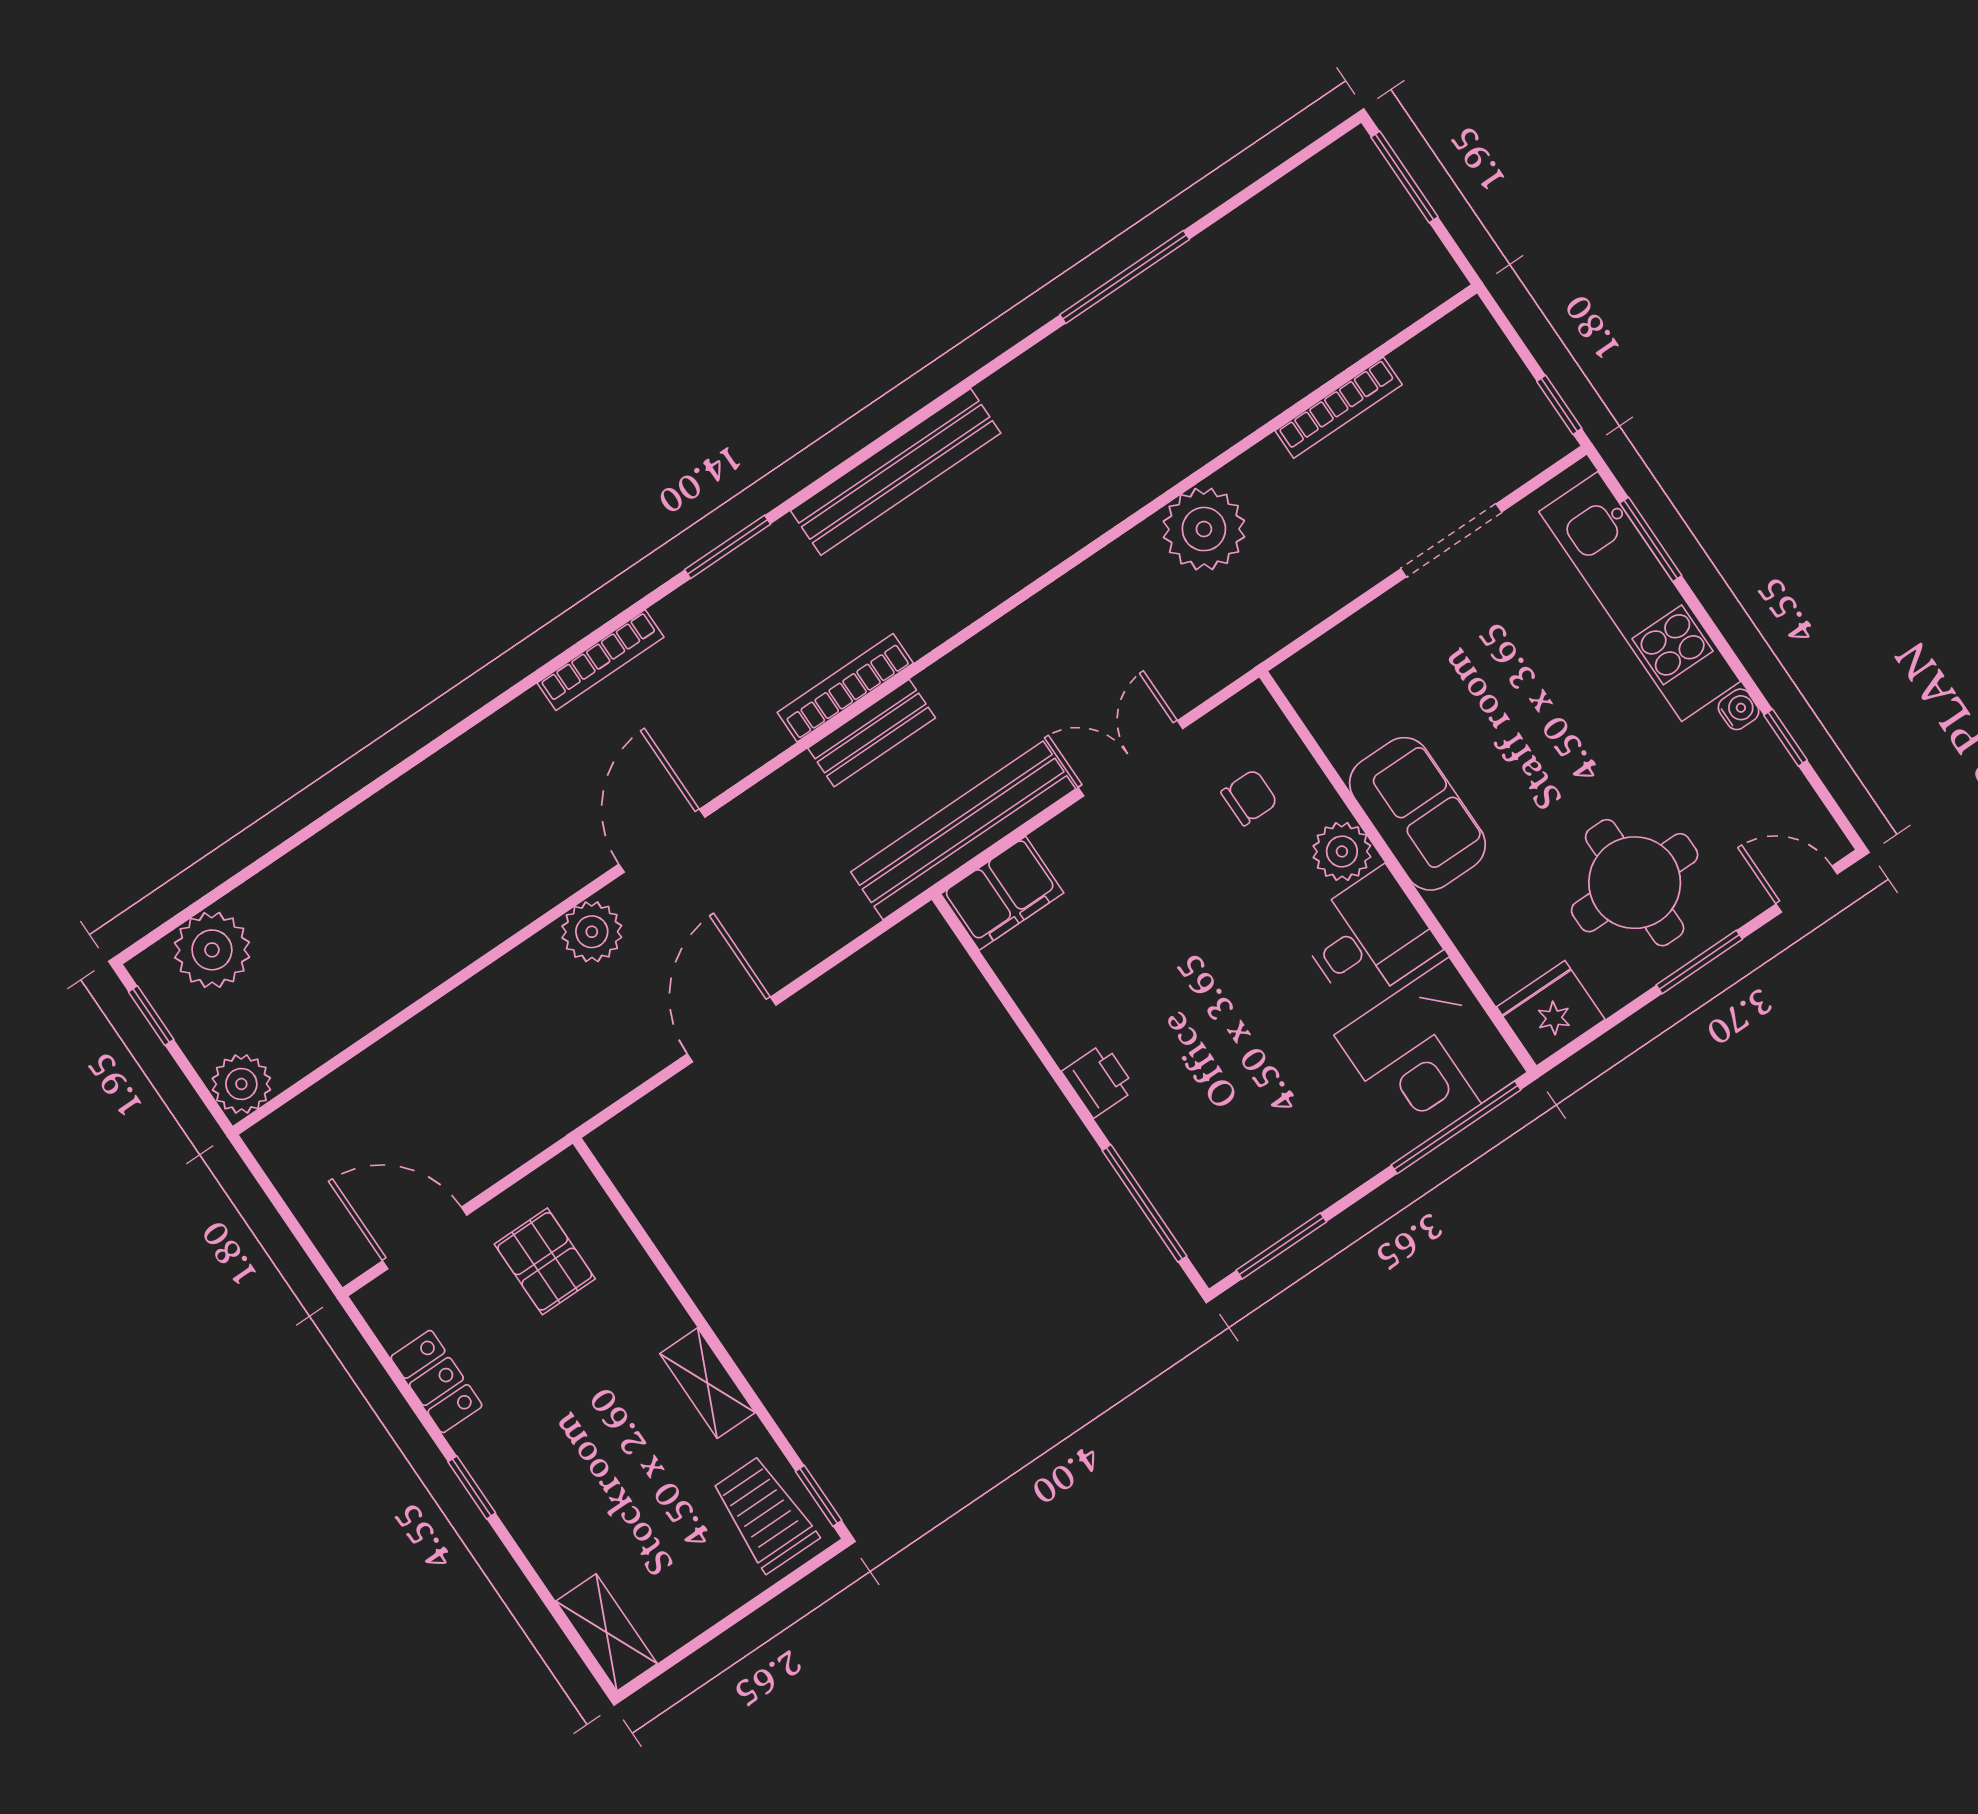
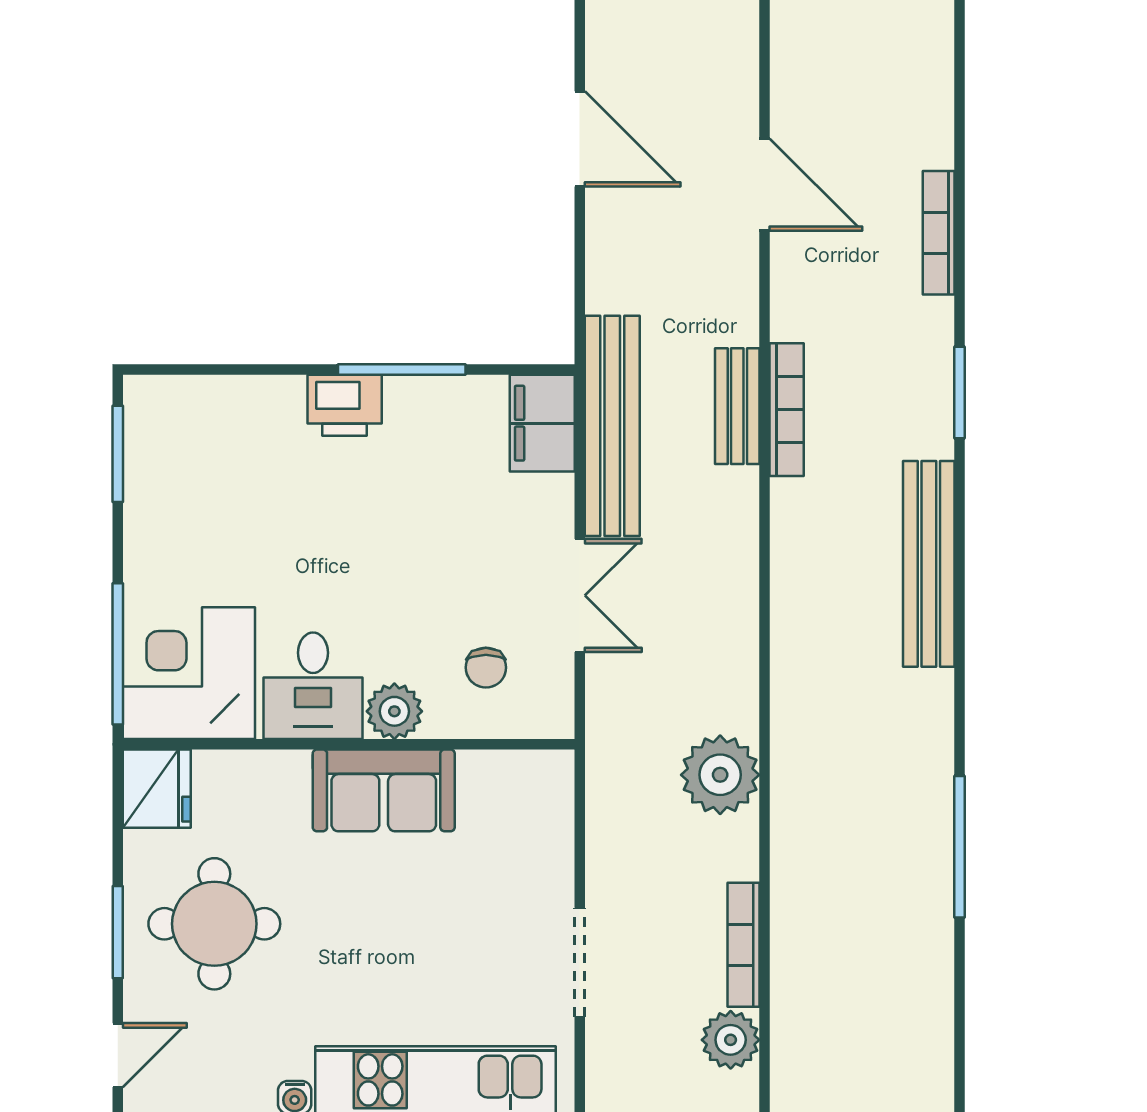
plant: (592, 932) -> (731, 1040), moved
printer: (1099, 1080) -> (345, 405), width x1.36, depth x1.24
window: (1144, 1203) -> (402, 370), moved

